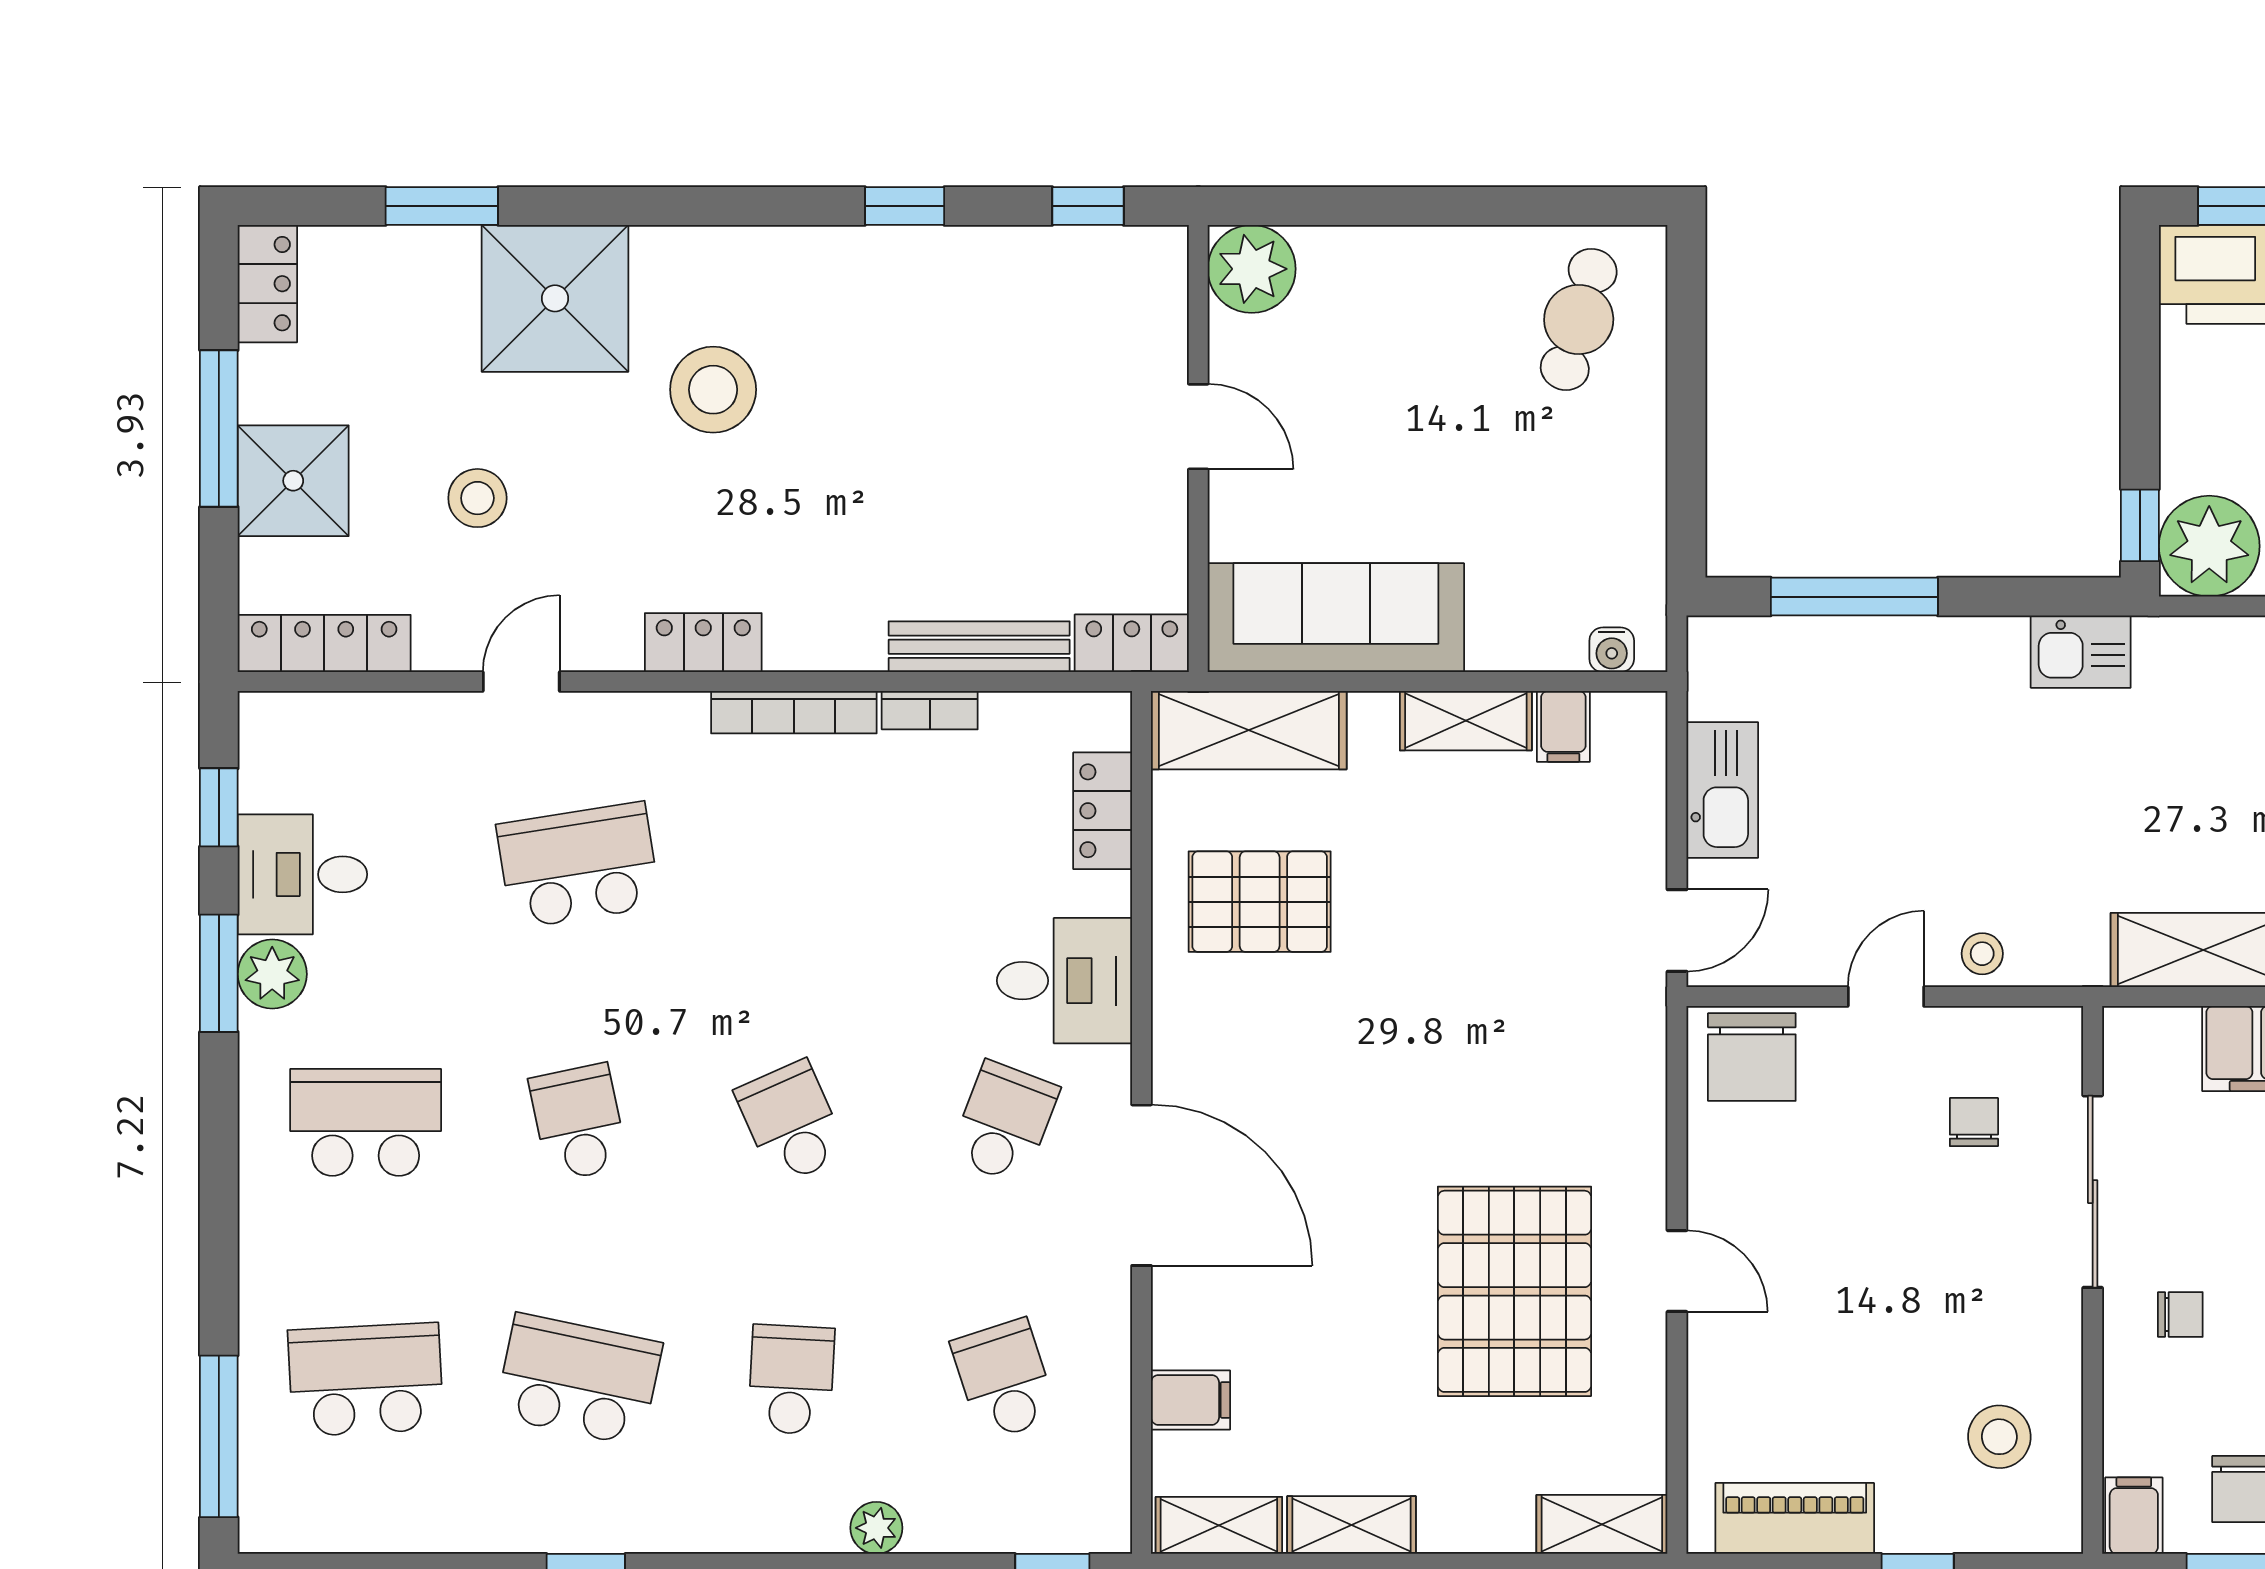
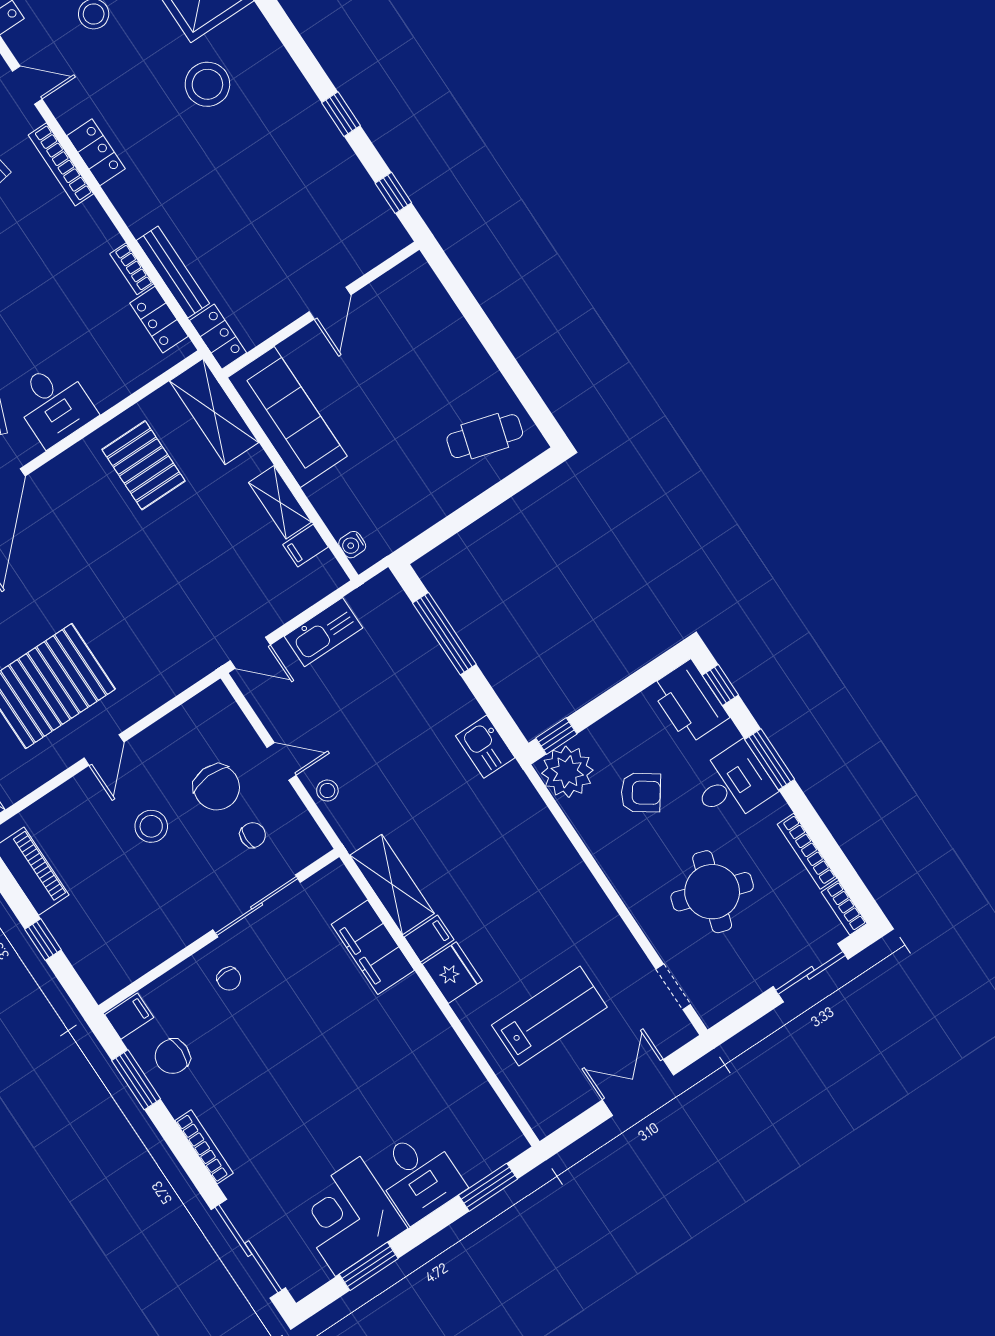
plant: (1252, 269) -> (413, 281), removed
bookcase: (794, 712) -> (61, 164), moved
locker: (1103, 811) -> (159, 320), moved, turned -90
chair: (1752, 1057) -> (217, 787), moved, turned -93
stool: (1999, 1437) -> (151, 826), moved

